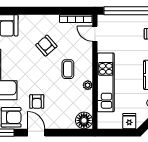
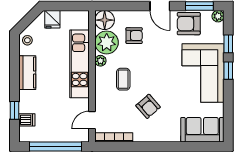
door: (95, 34) -> (92, 120), swing flipped
plant: (82, 101) -> (107, 42), added
armchair: (37, 102) -> (134, 36), moved, turned 90

